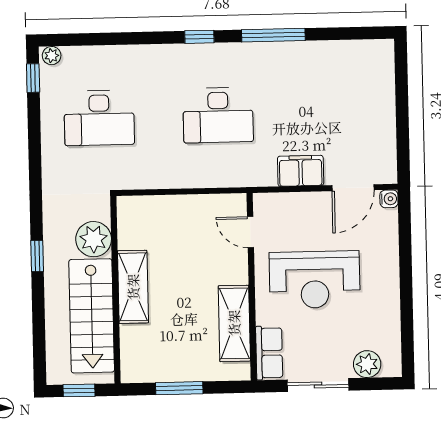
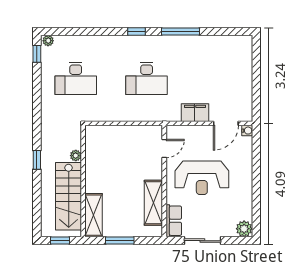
door: (250, 232) -> (164, 148), swing flipped
plant: (94, 239) -> (76, 156), width x0.53, depth x0.53
shelving: (133, 287) -> (94, 215), moved
plant: (367, 364) -> (244, 229), moved

